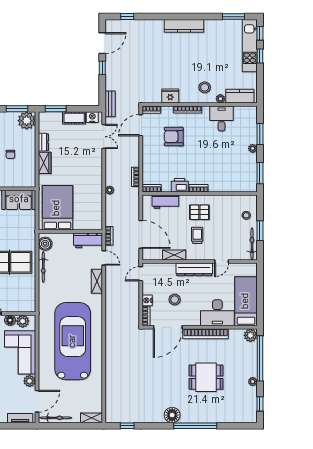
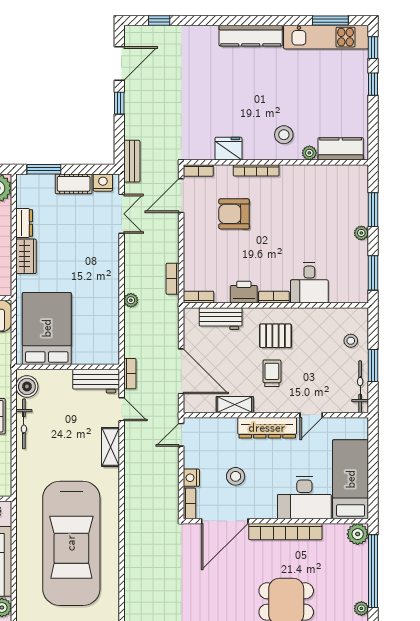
kitchen unit: (250, 46) -> (326, 37), moved, turned -90
desk: (222, 119) -> (309, 283), moved, turned 180
car: (73, 341) -> (71, 543), turned 180

